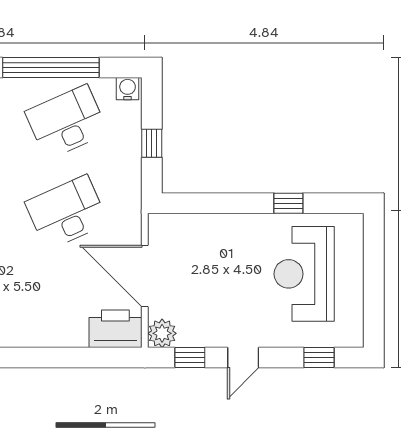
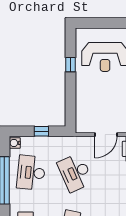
desk: (67, 122) -> (31, 173), turned 30
door: (145, 276) -> (106, 135), width x0.73

